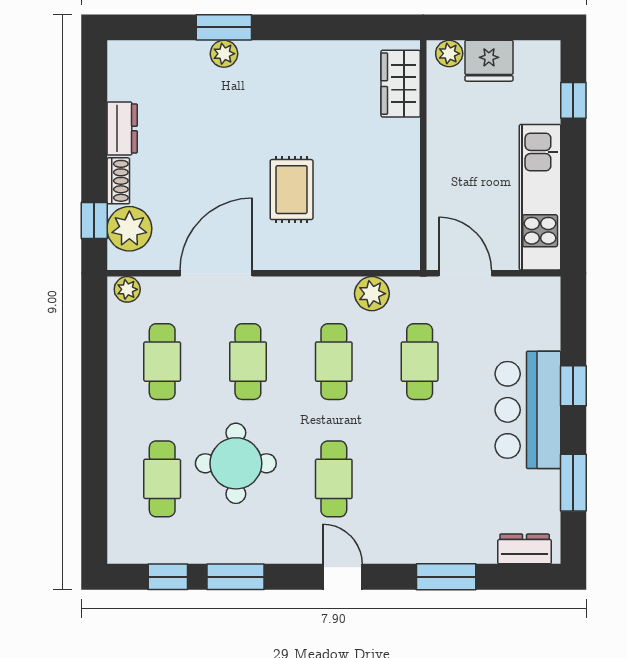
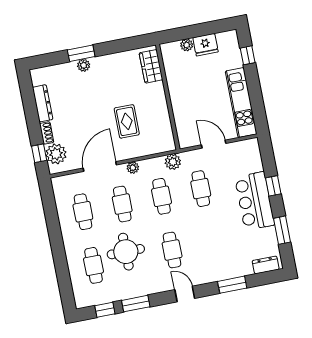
wardrobe: (401, 84) -> (151, 66), moved
dresser: (122, 128) -> (43, 103), width x1.44
wall: (423, 155) -> (168, 97), moved
plant: (127, 289) -> (133, 168), moved

